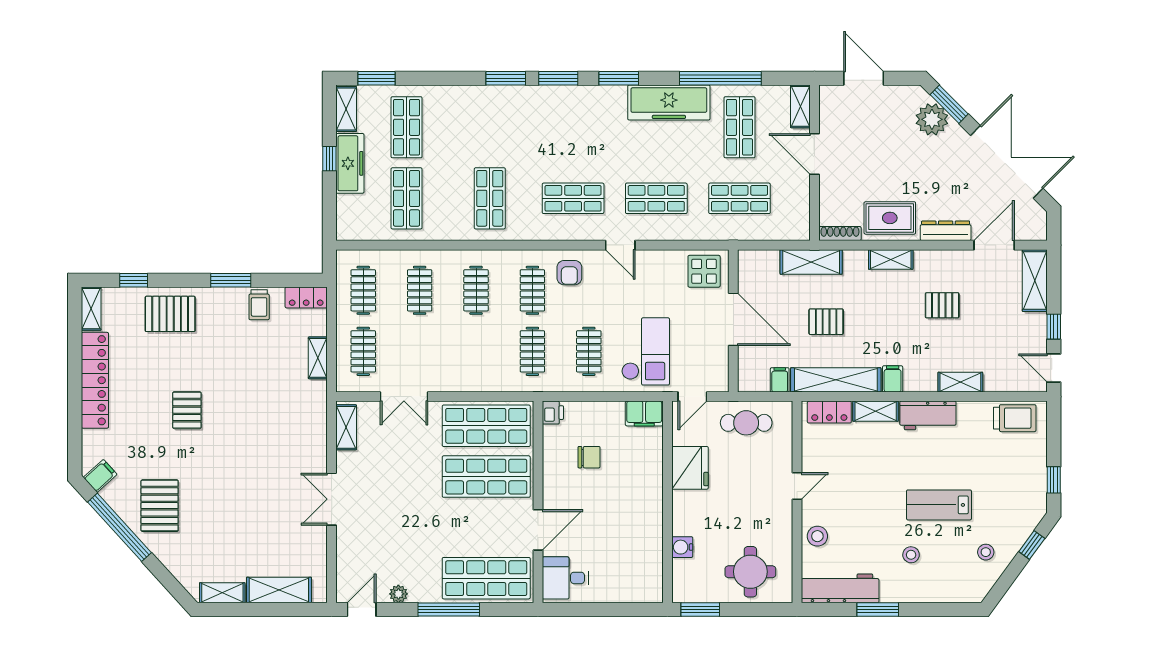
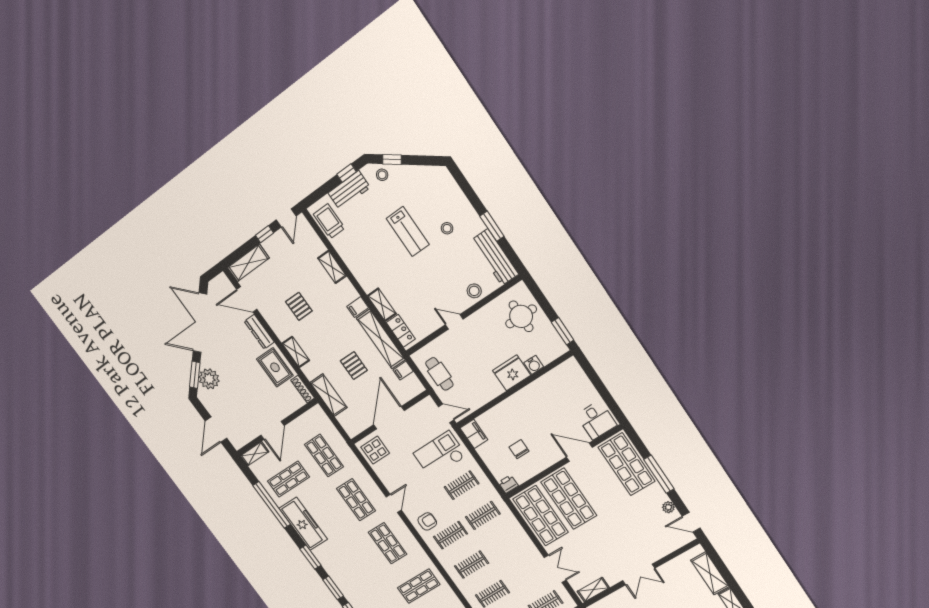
workbench: (928, 415) -> (349, 190), moved, turned 90
fridge: (690, 468) -> (512, 373), moved
stool: (986, 552) -> (382, 175), moved

